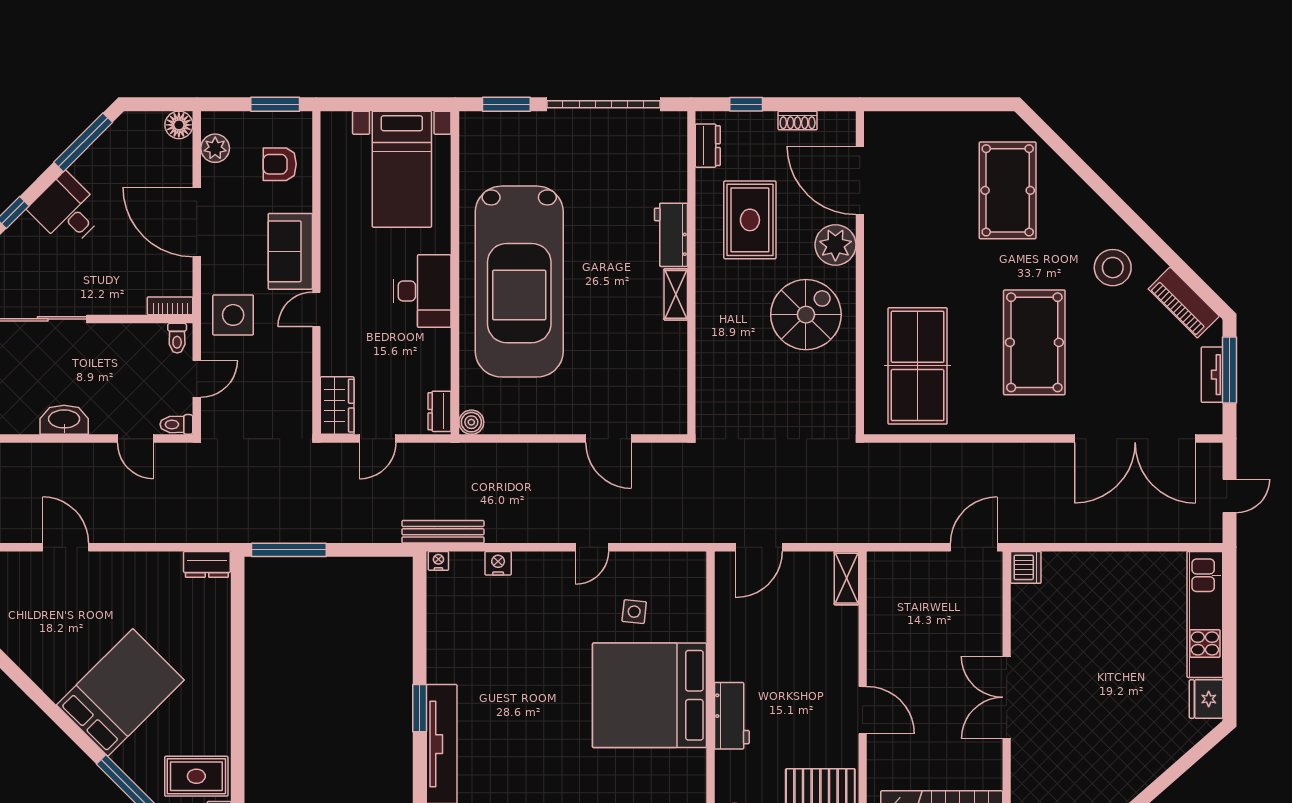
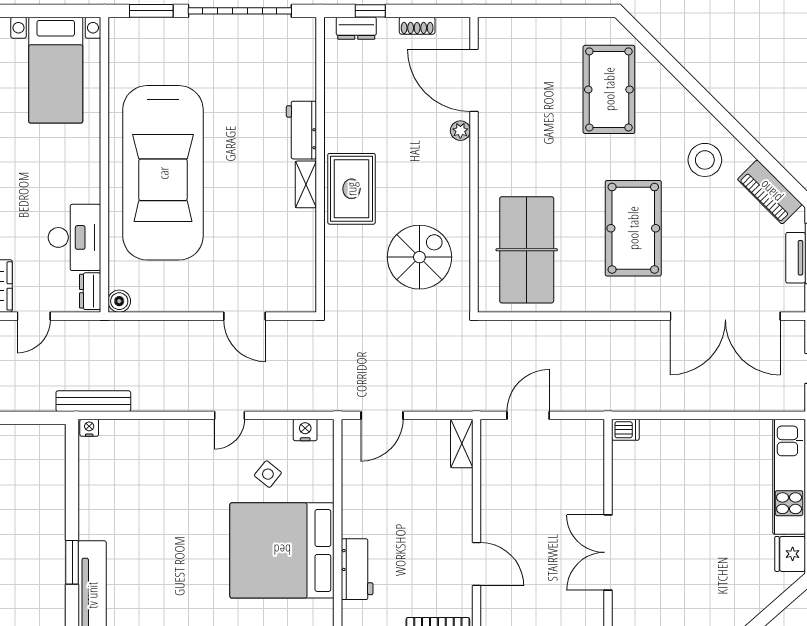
dresser: (708, 146) -> (356, 28), moved, turned 90
rug: (750, 220) -> (351, 189), moved
plant: (835, 245) -> (460, 131), width x0.53, depth x0.53
desk: (422, 291) -> (74, 237), moved
spiral stairs: (806, 315) -> (419, 257), moved
door: (974, 547) -> (528, 415), moved
nightstand: (498, 563) -> (305, 430), moved
dishwasher: (1026, 567) -> (625, 430), width x0.73
side table: (634, 612) -> (268, 474), turned 33

